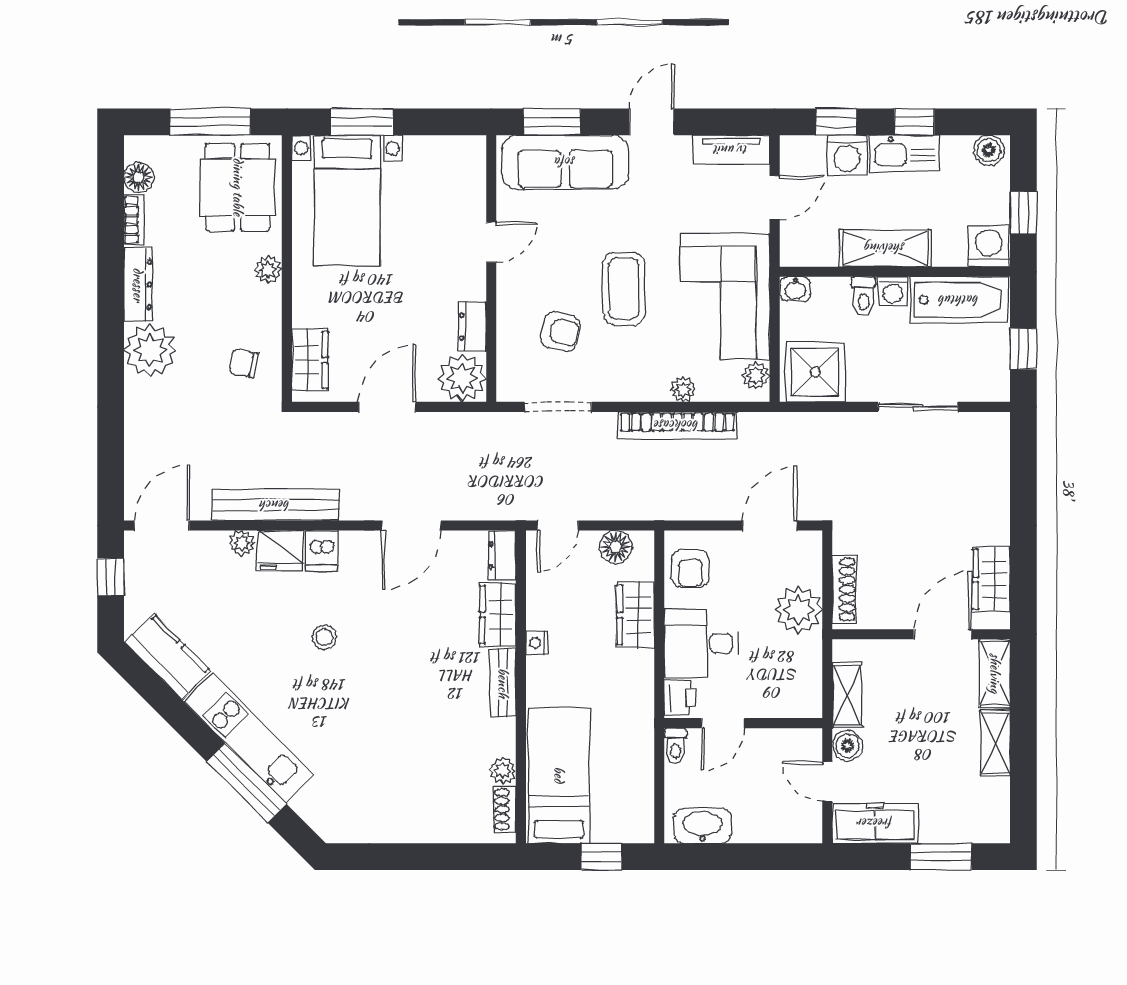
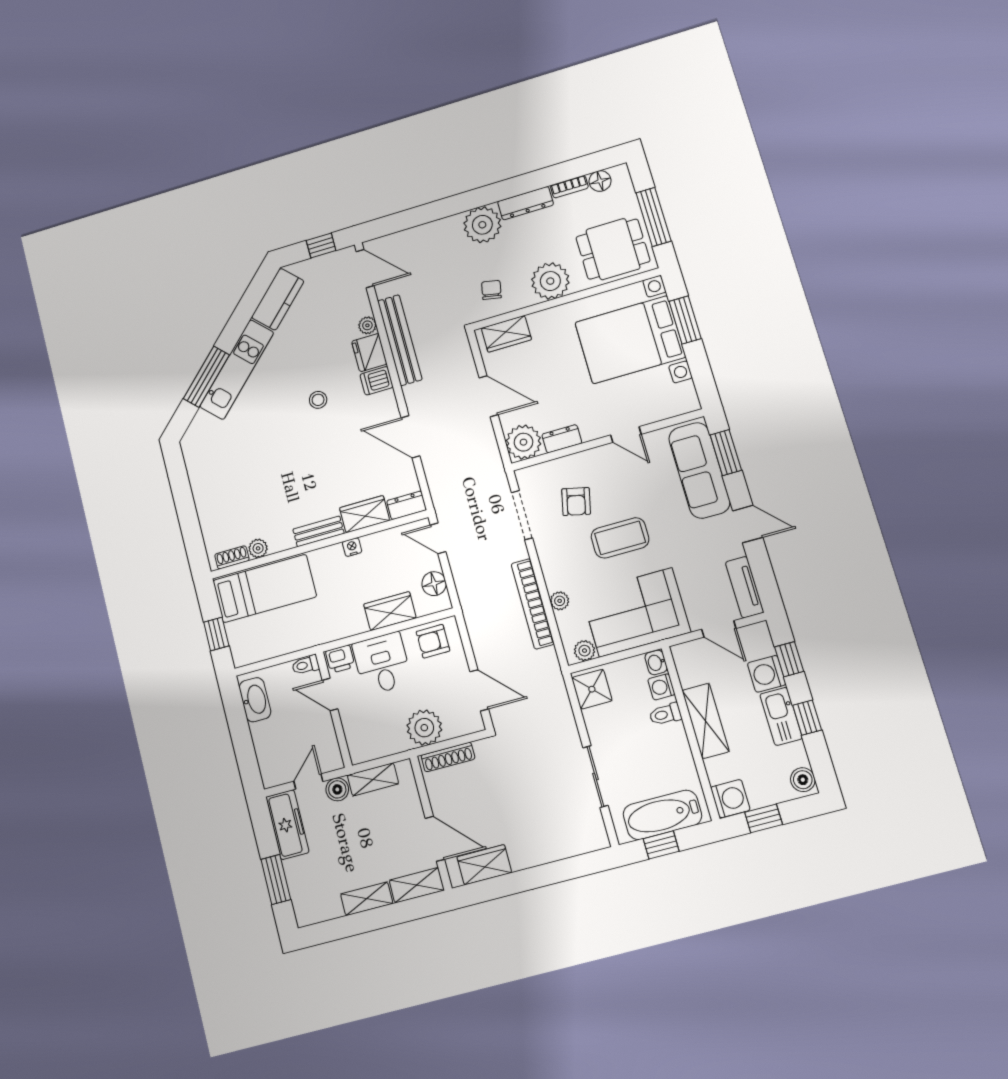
bed with nightstands: (347, 200) -> (630, 340), width x1.36
plant: (268, 270) -> (550, 281), width x1.87, depth x1.87
washing machine: (893, 291) -> (661, 687), moved
bathtub: (959, 300) -> (662, 815), moved, turned 90
shower: (815, 372) -> (592, 689), width x0.73, depth x0.73

